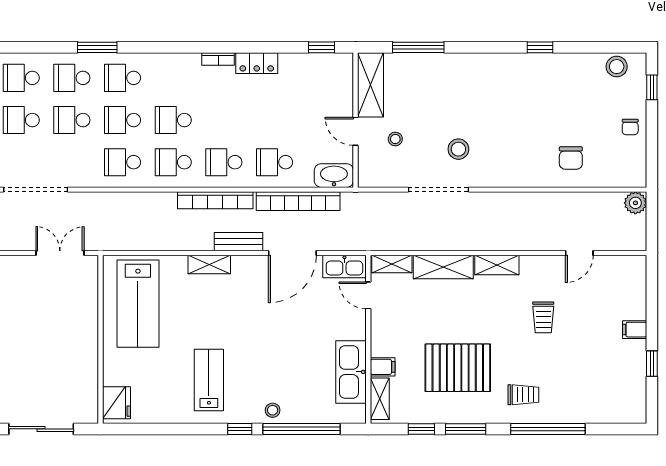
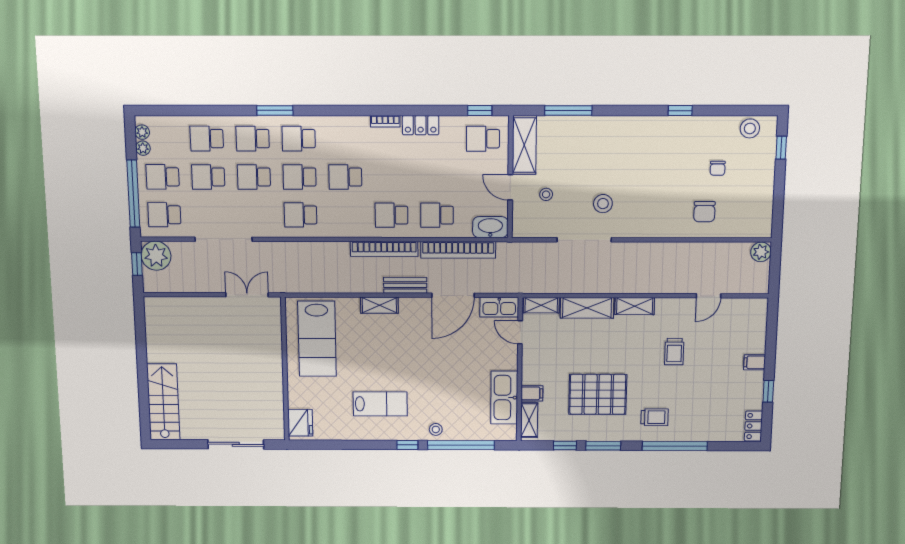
chair: (630, 127) -> (718, 168), moved
school desk: (173, 162) -> (483, 139), moved
lab bench: (209, 380) -> (380, 404), turned 90
locker: (637, 405) -> (753, 426), added

